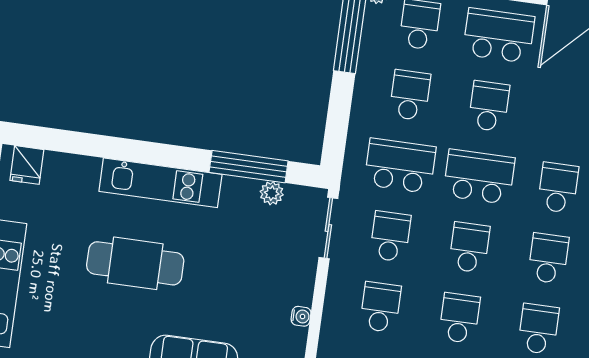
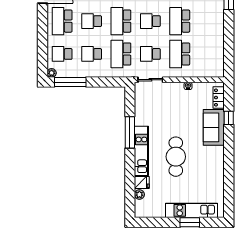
fridge: (27, 165) -> (142, 183), moved
window: (249, 167) -> (130, 132), moved
plant: (272, 193) -> (139, 194), moved
school desk: (380, 307) -> (180, 54), width x1.85
school desk: (459, 318) -> (180, 21), width x1.85

